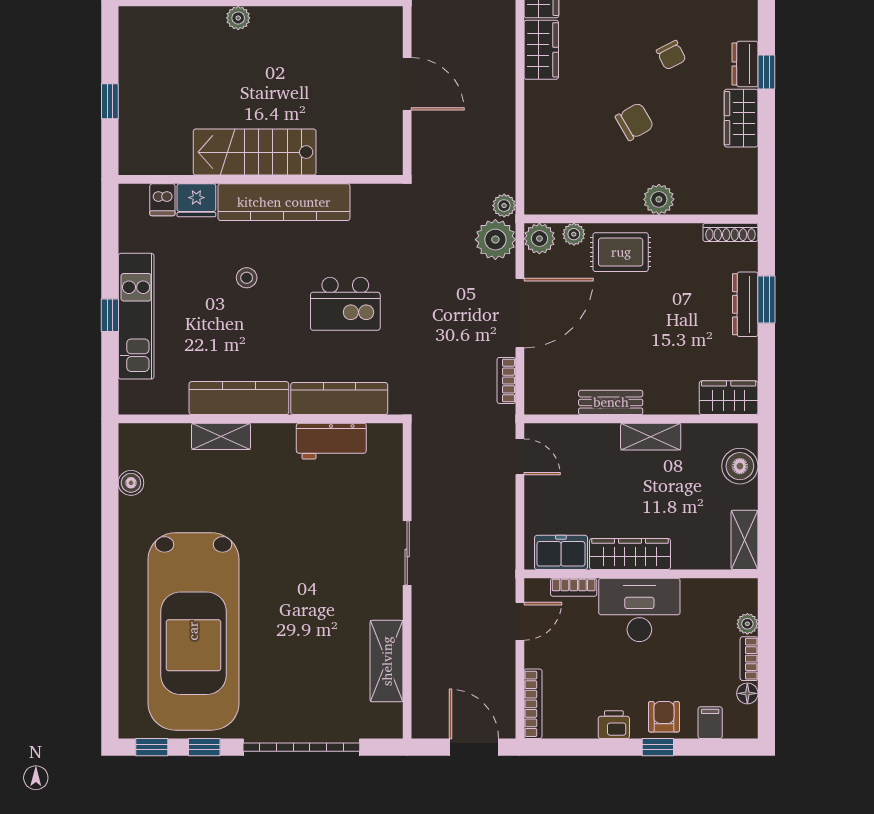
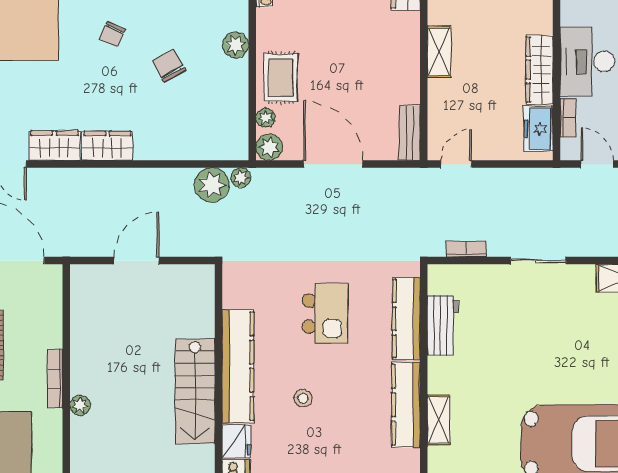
chair: (671, 55) -> (112, 34), turned 142
plant: (495, 240) -> (212, 185), moved
bookcase: (506, 380) -> (466, 249), moved, turned 180
bench: (611, 402) -> (410, 133), moved

